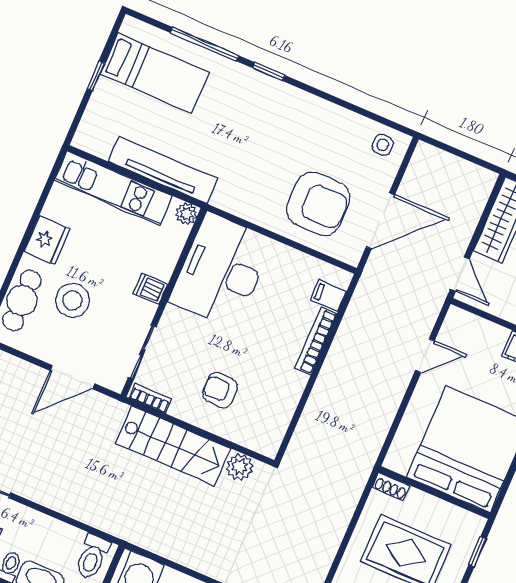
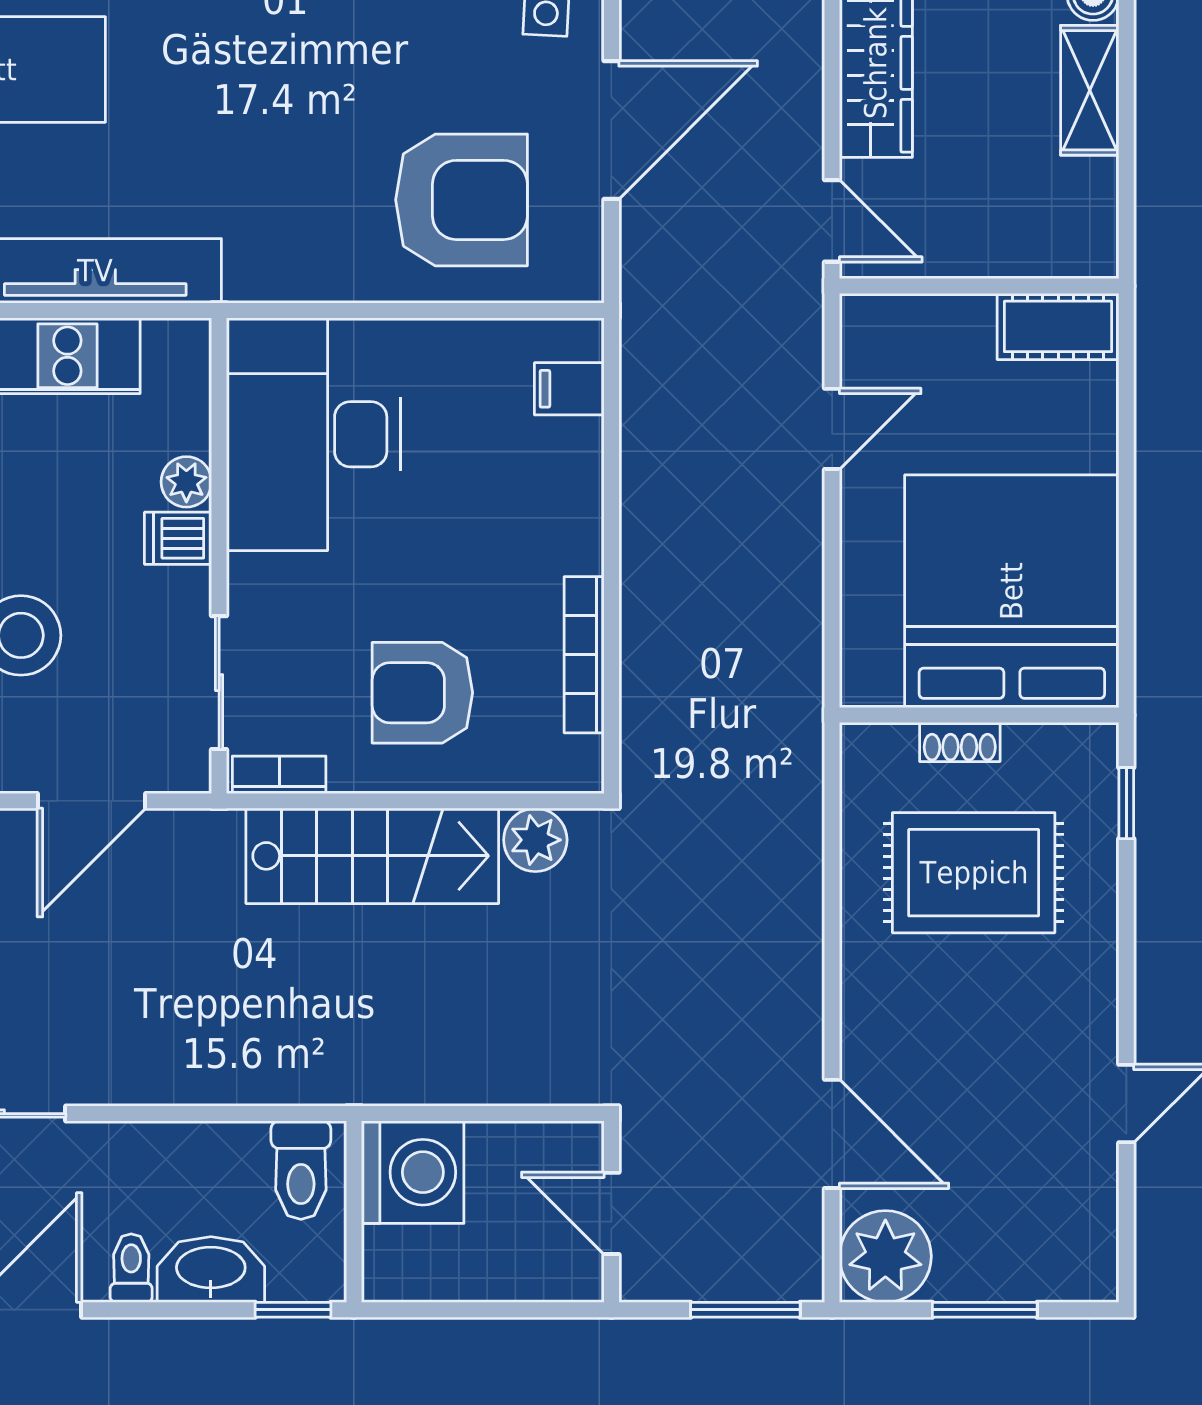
plant: (186, 214) -> (186, 482), moved
door: (380, 221) -> (611, 130), moved
bookcase: (316, 341) -> (584, 655), moved
armchair: (220, 390) -> (422, 693), width x1.38, depth x1.38
shoe rack: (391, 486) -> (960, 742), moved

